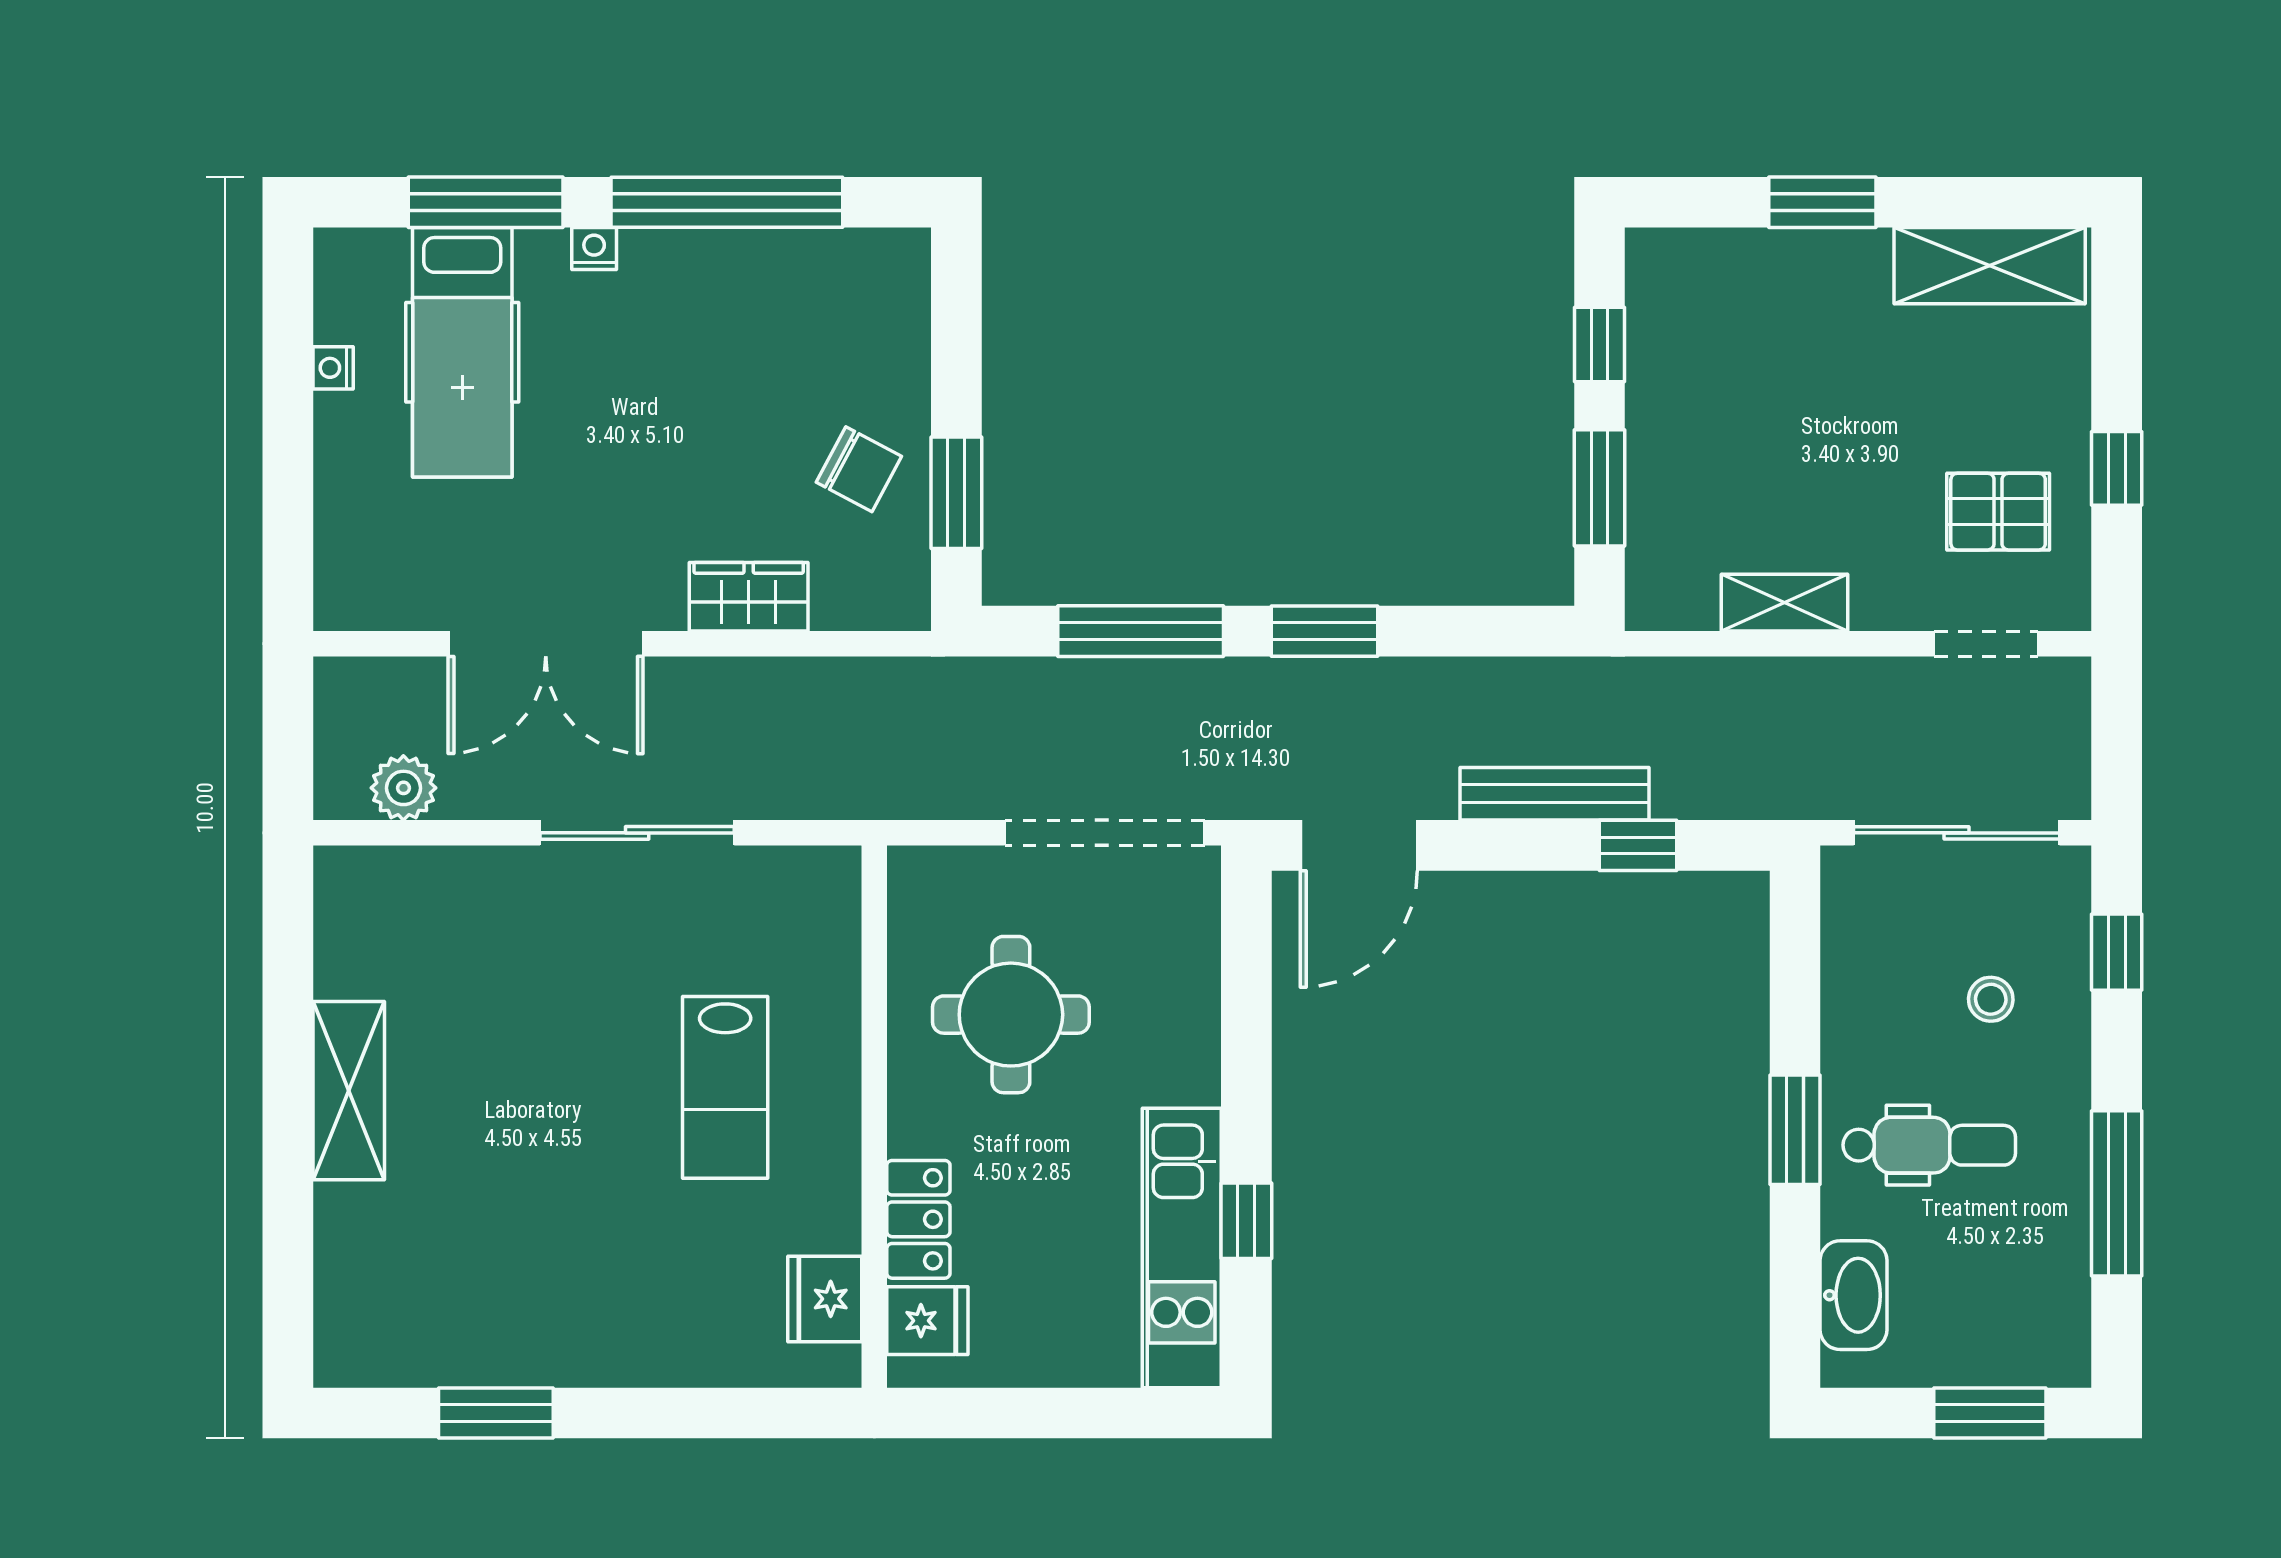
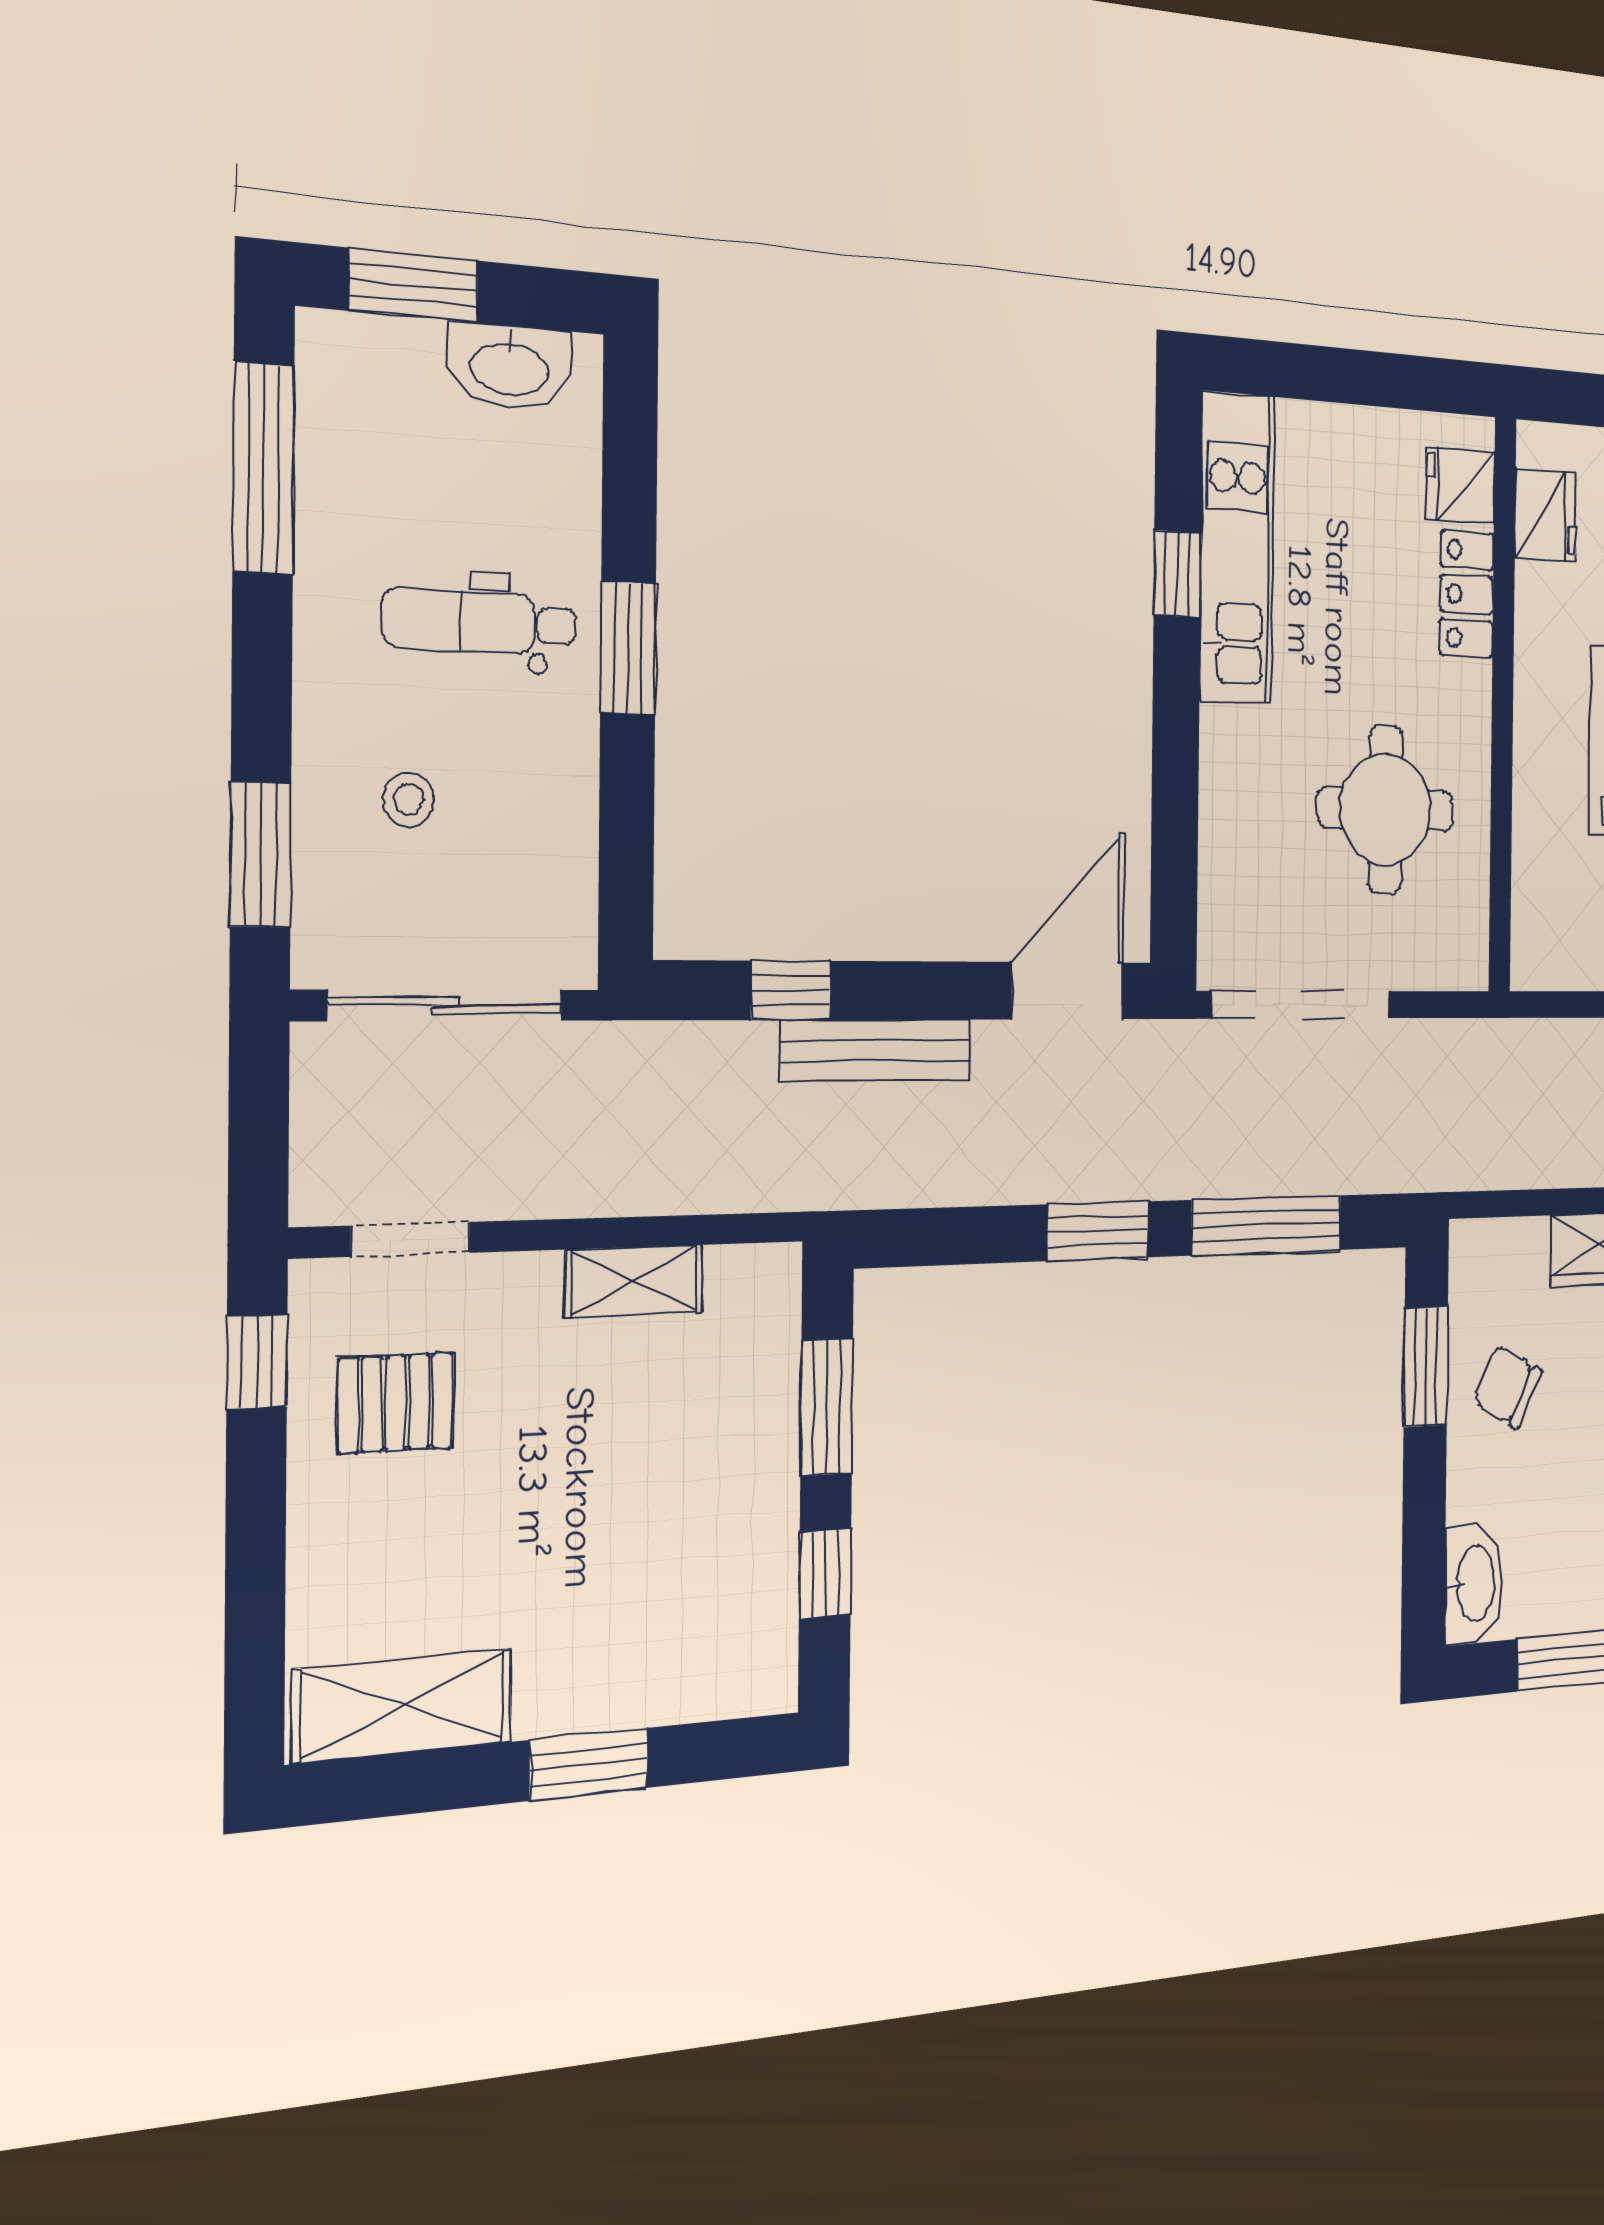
washbasin: (896, 284) -> (1474, 1584), added
window: (2117, 468) -> (257, 1362), moved
window: (2117, 952) -> (261, 855), width x1.50
window: (2117, 1193) -> (263, 468), moved
washbasin: (1854, 1295) -> (510, 367), moved, turned -90

